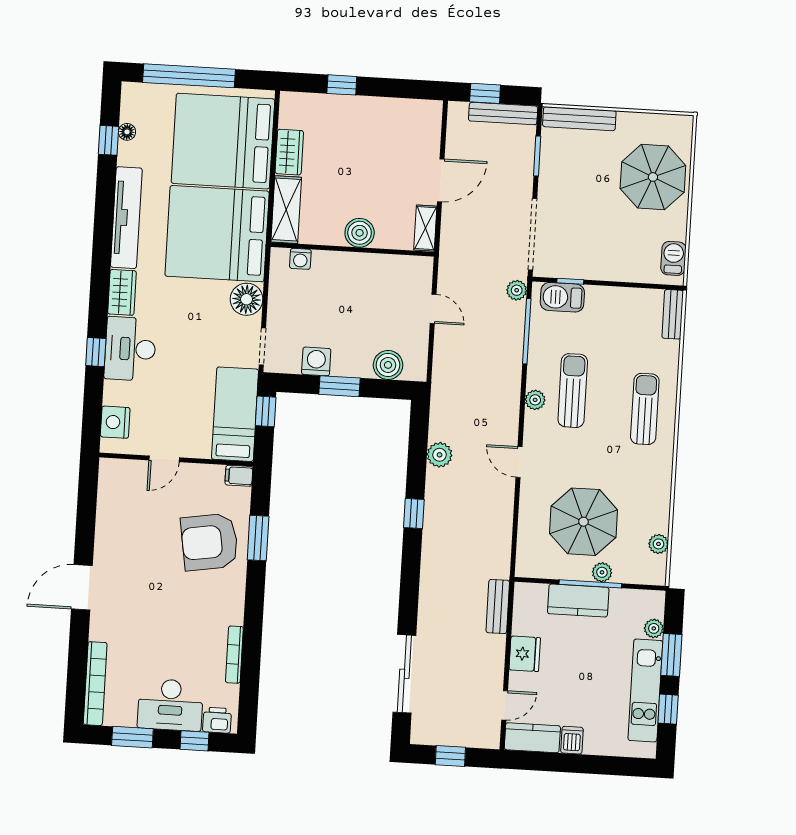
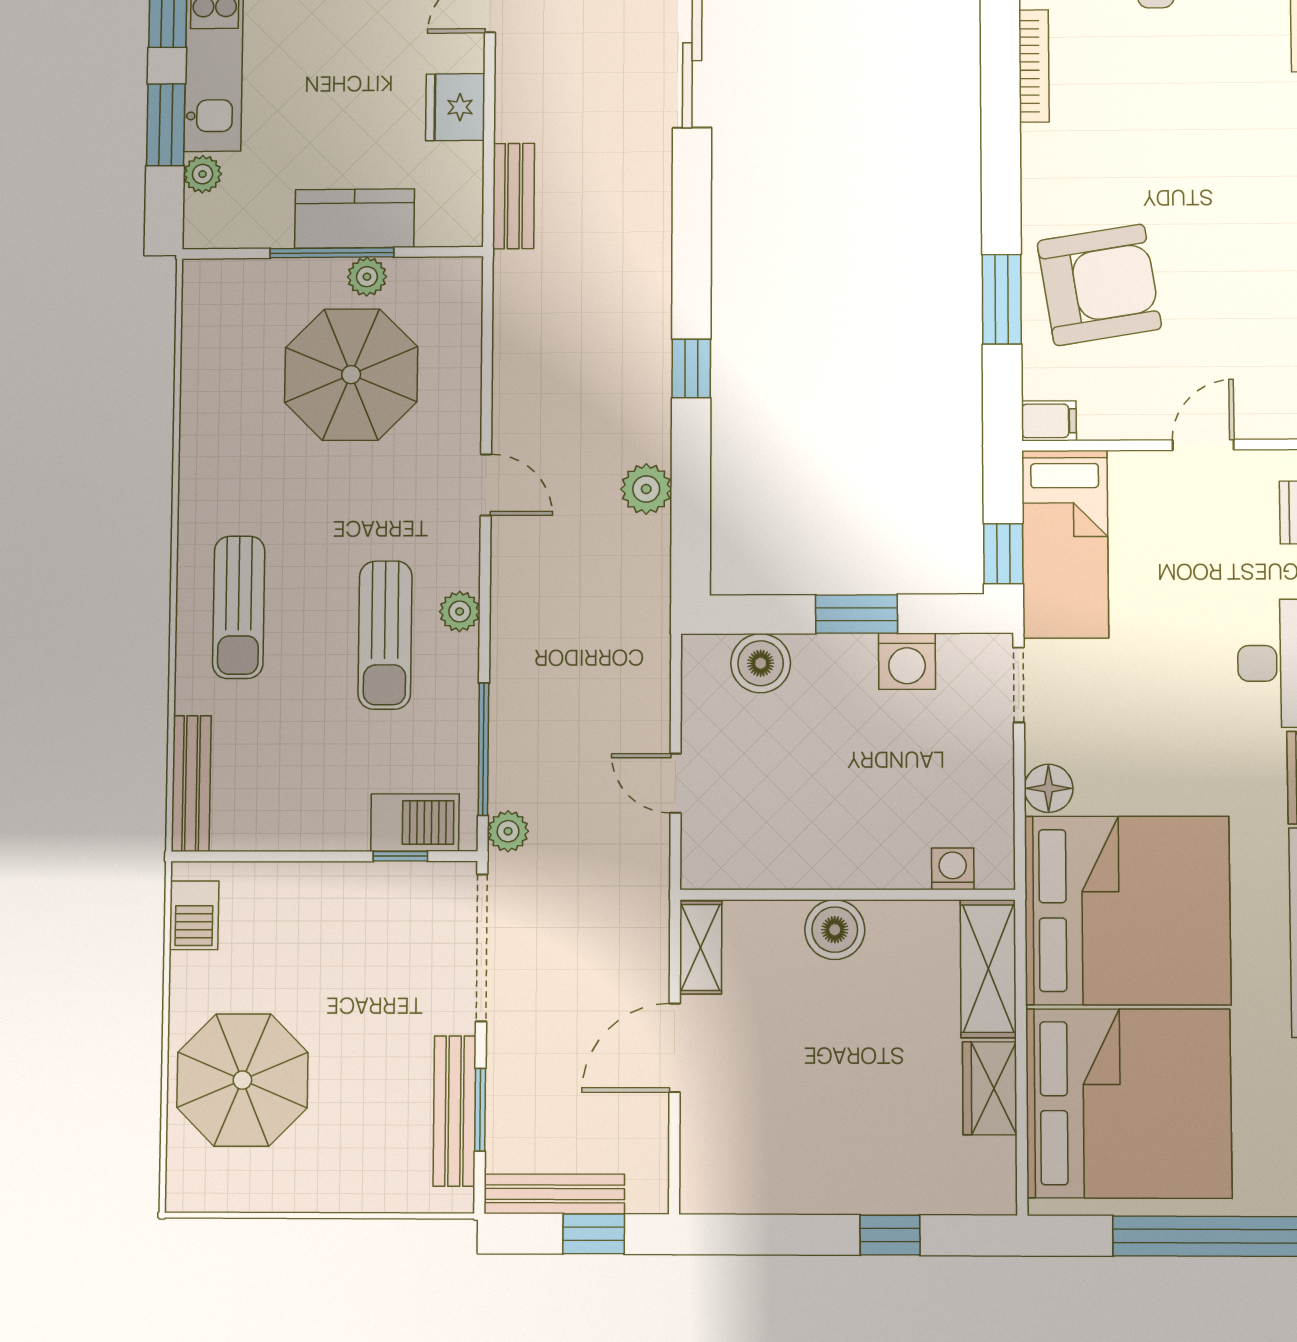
bench: (579, 119) -> (455, 1111), moved, turned 90
floor lamp: (247, 299) -> (1049, 788), width x0.73, depth x0.73
bench: (673, 314) -> (191, 783), width x1.36
plant: (658, 544) -> (200, 341), removed
plant: (602, 572) -> (367, 277), moved

